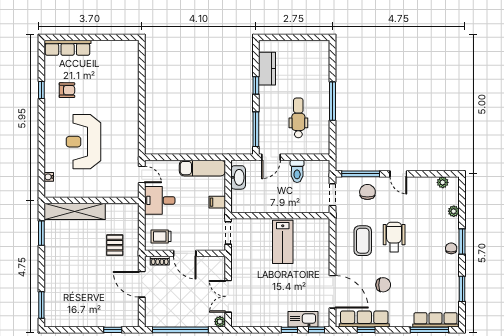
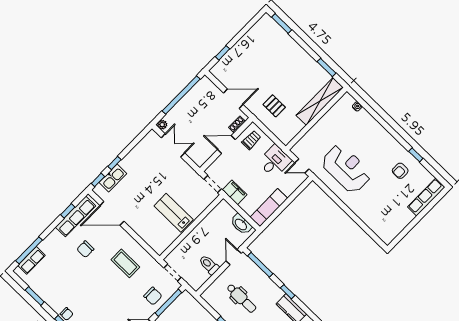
reception desk: (83, 142) -> (346, 169), moved
filing cabinet: (217, 202) -> (235, 192), width x2.00
wheelchair: (394, 237) -> (109, 285), removed
row of seats: (435, 320) -> (32, 260), width x0.68

